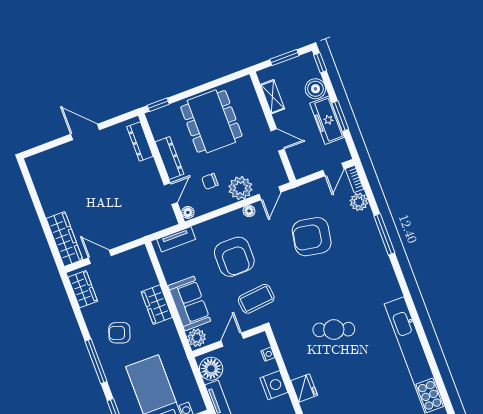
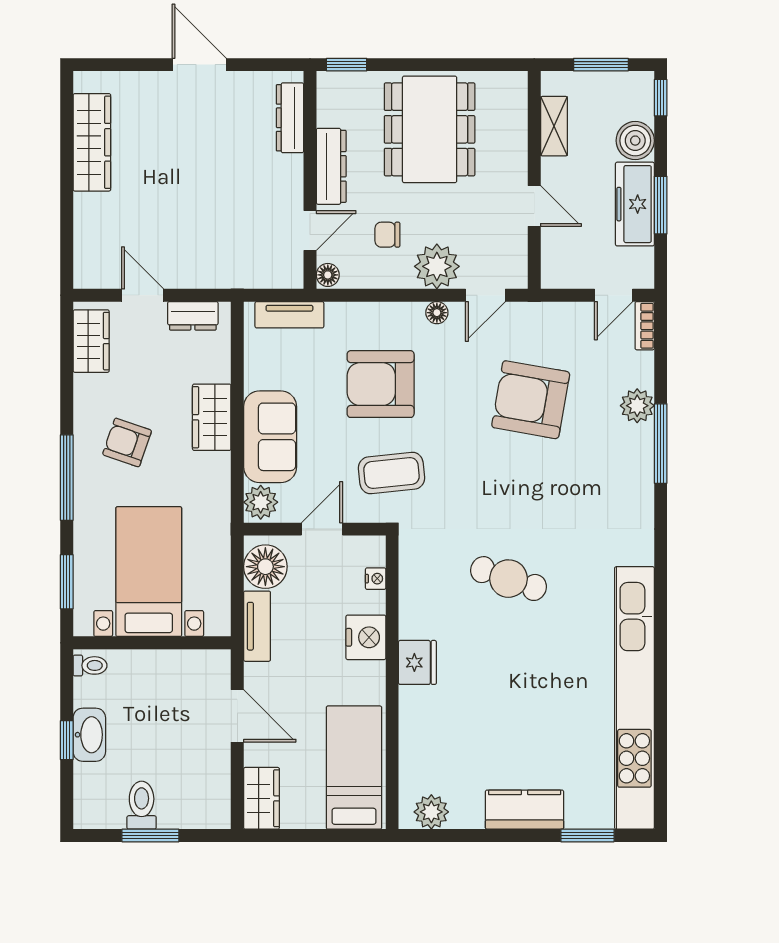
plant: (359, 202) -> (637, 406), moved
wardrobe: (64, 239) -> (92, 142), moved
armchair: (234, 257) -> (381, 384), turned 90
dresser: (129, 258) -> (193, 316), added

